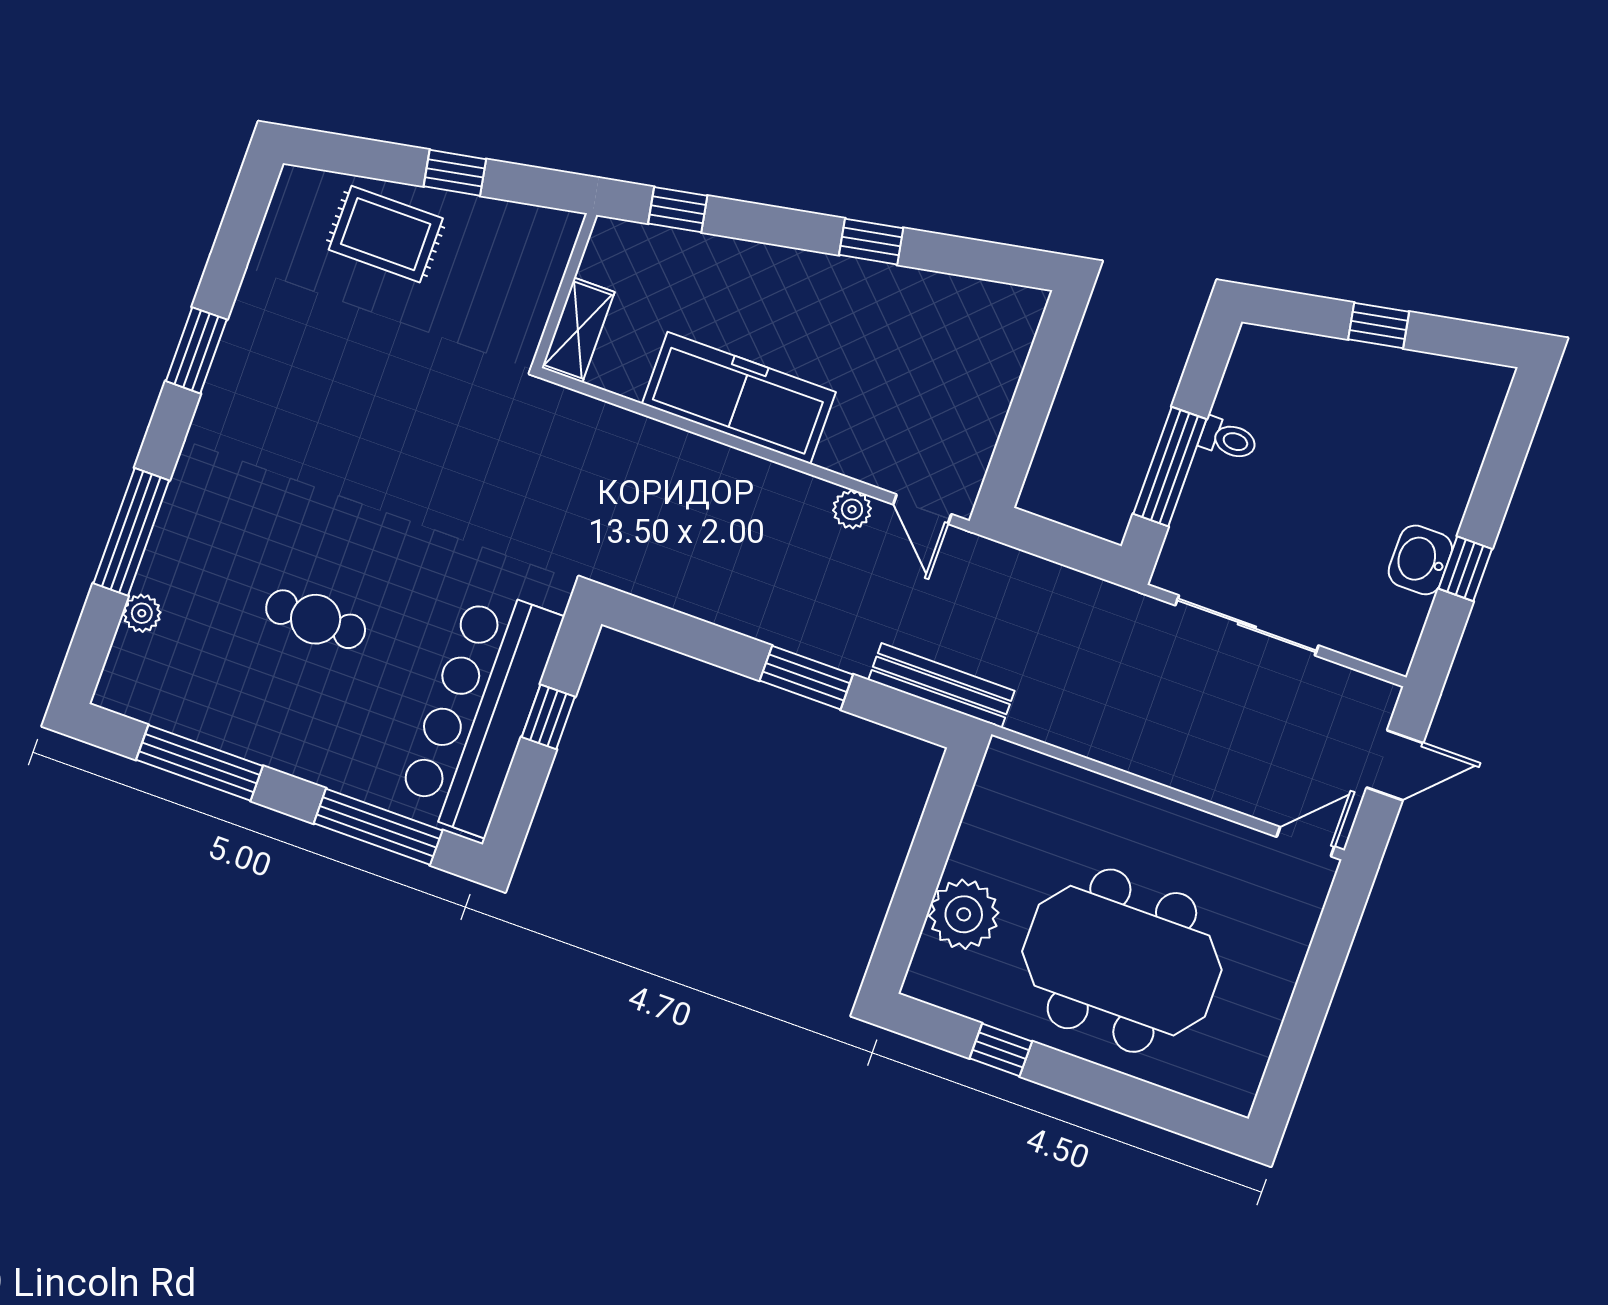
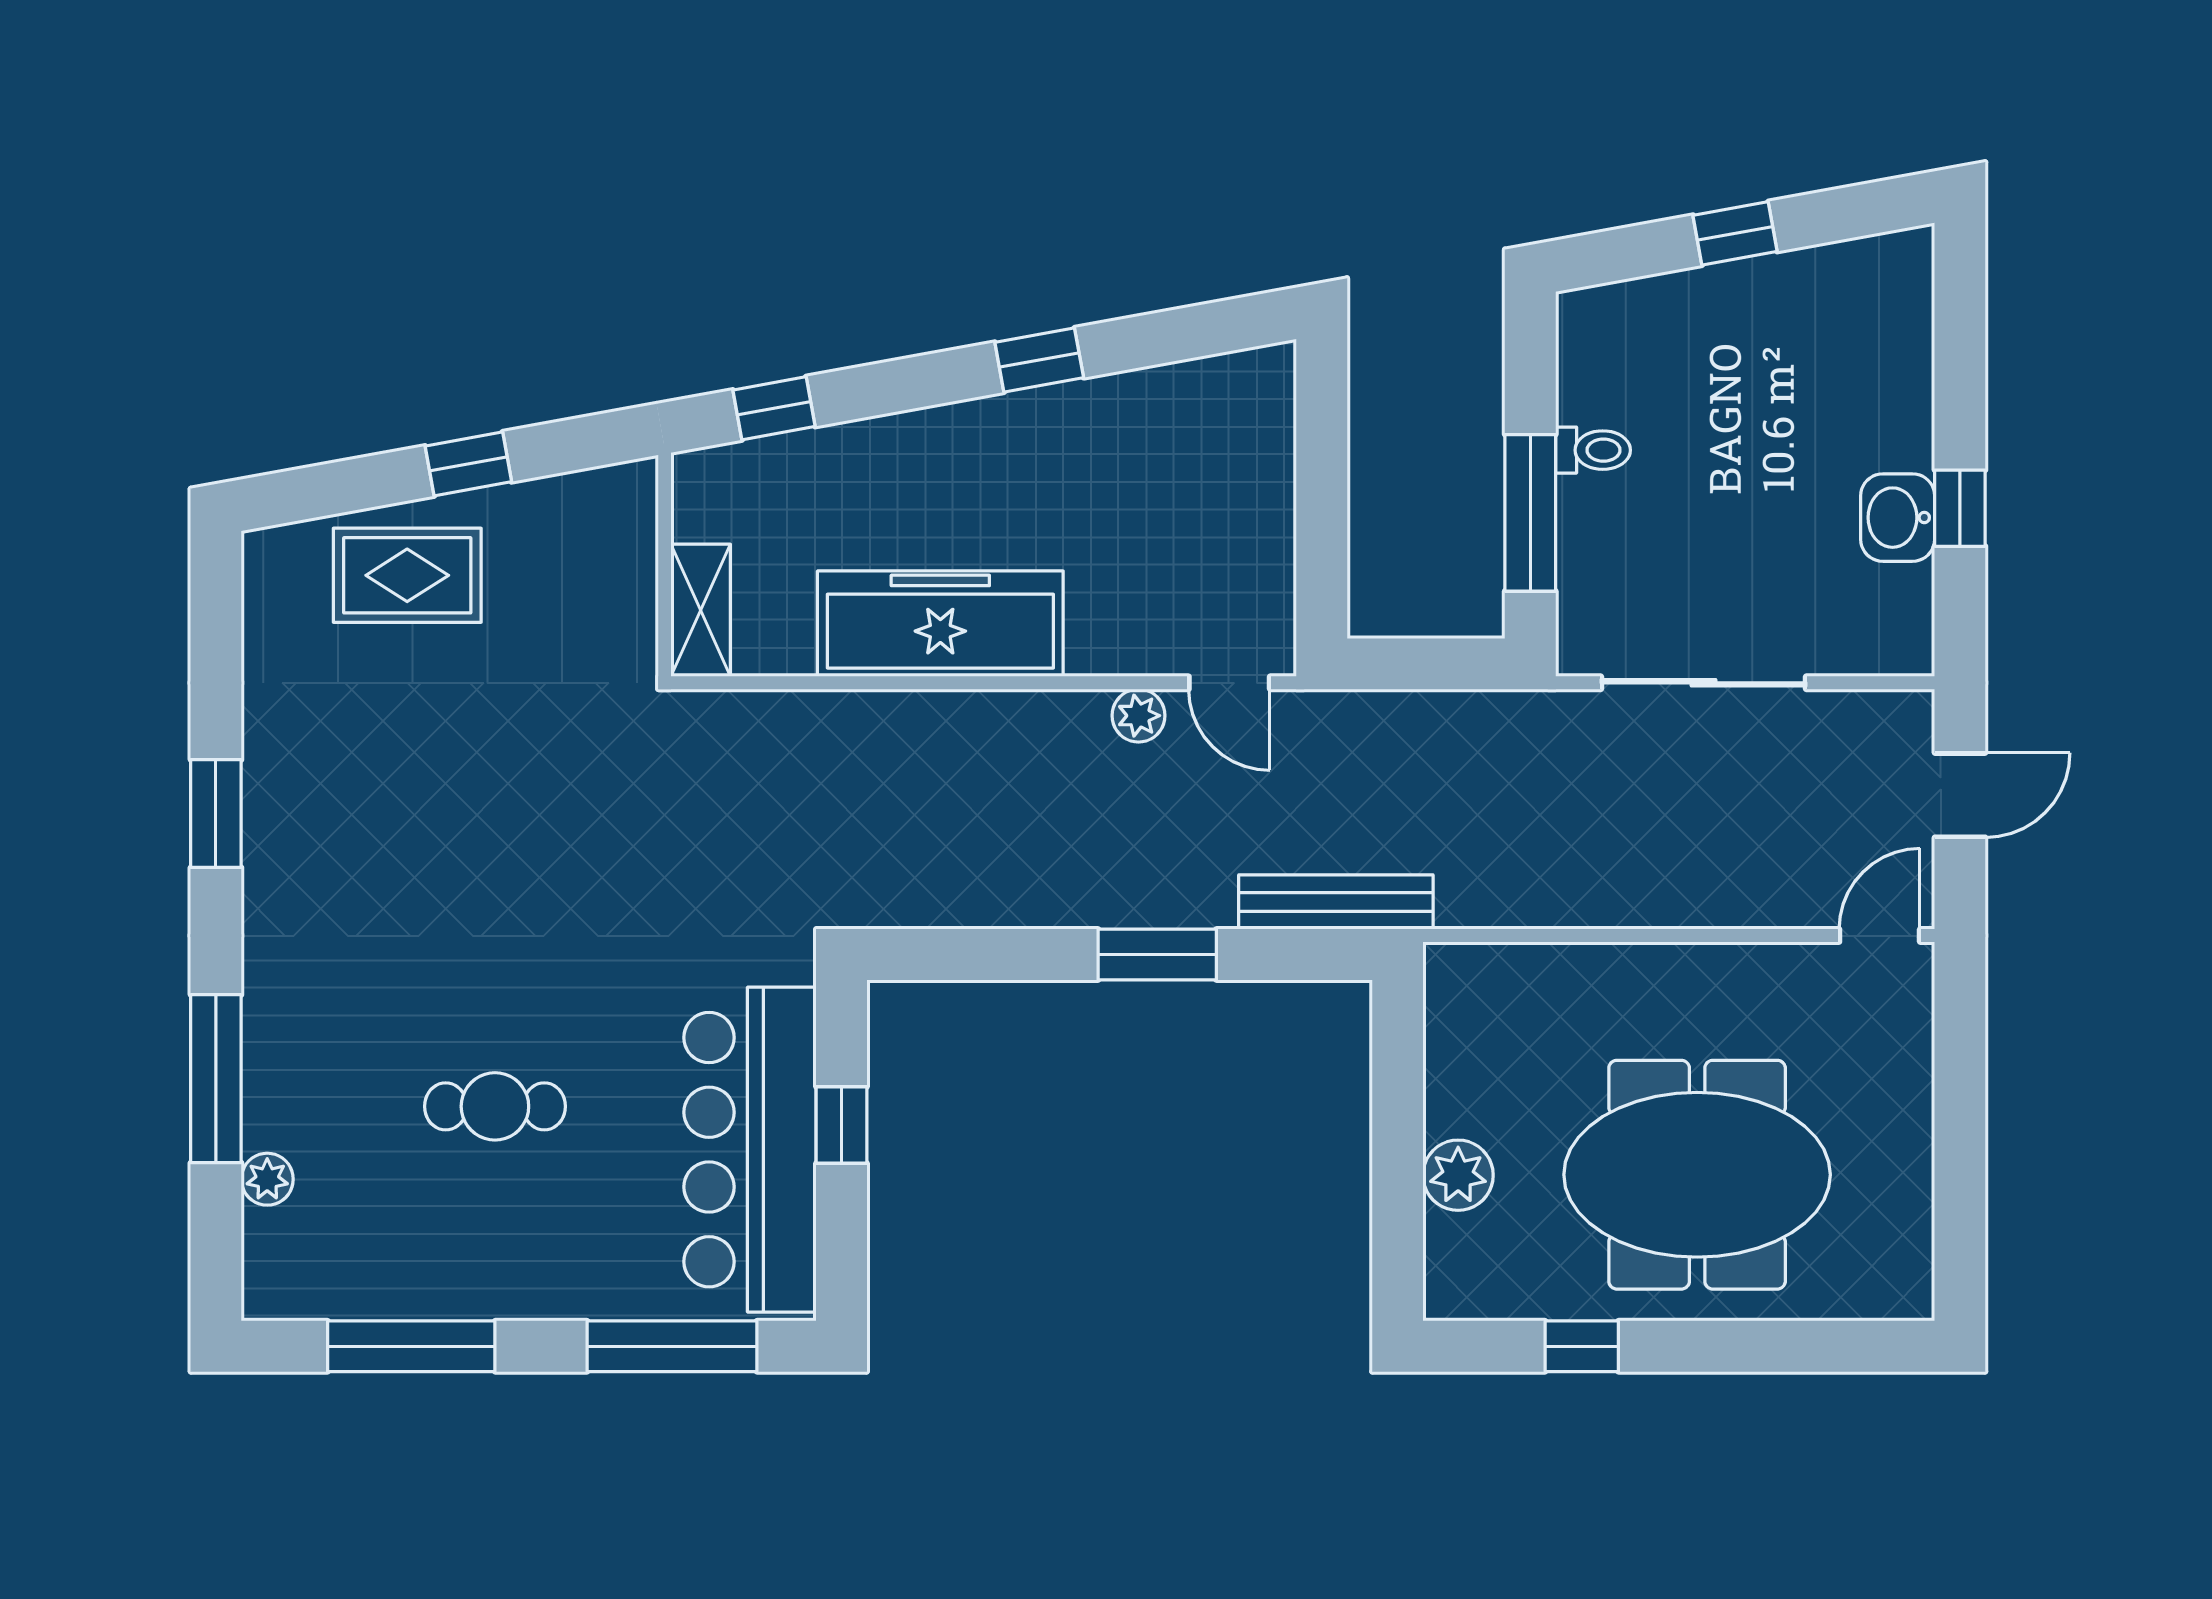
plant: (964, 914) -> (1458, 1175), width x0.73, depth x0.73

